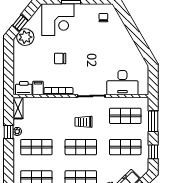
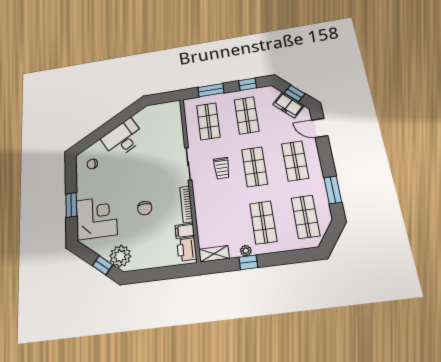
desk: (122, 83) -> (123, 138), moved, turned -120

